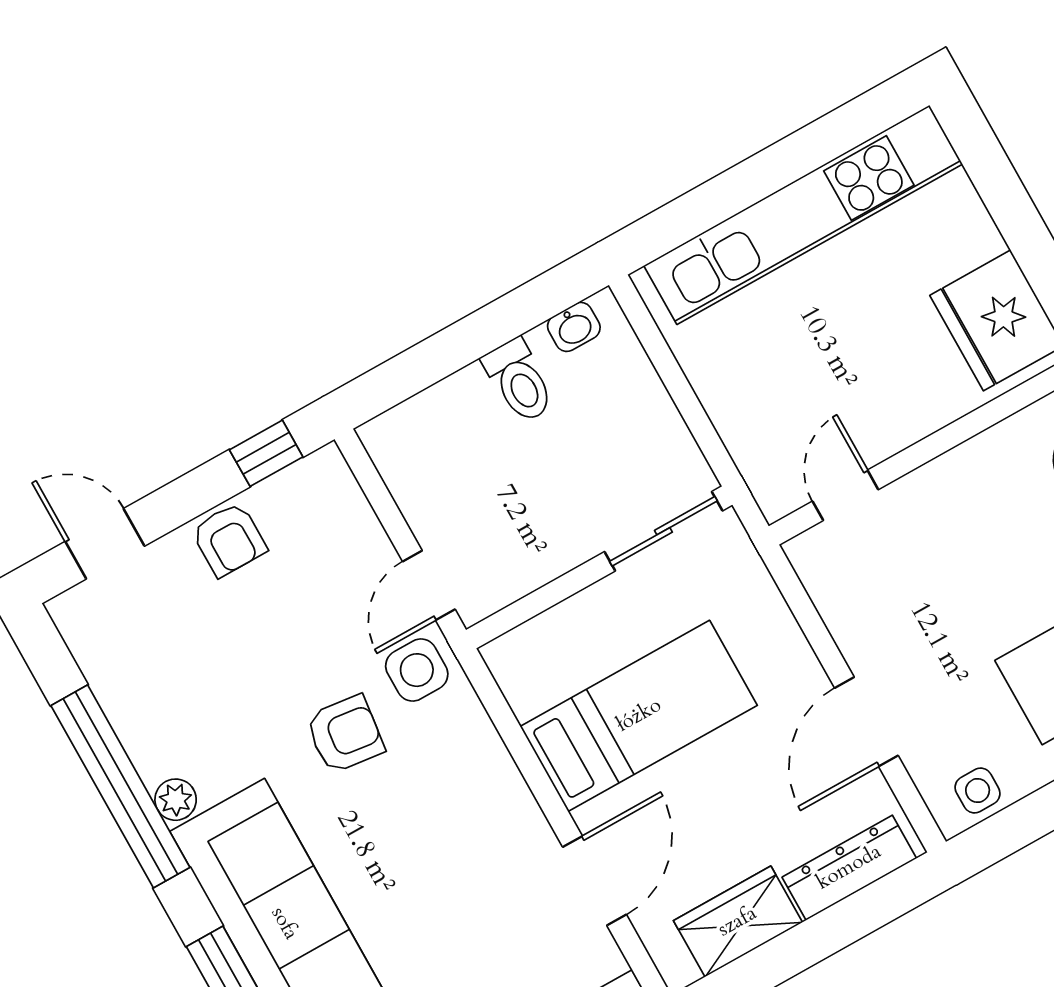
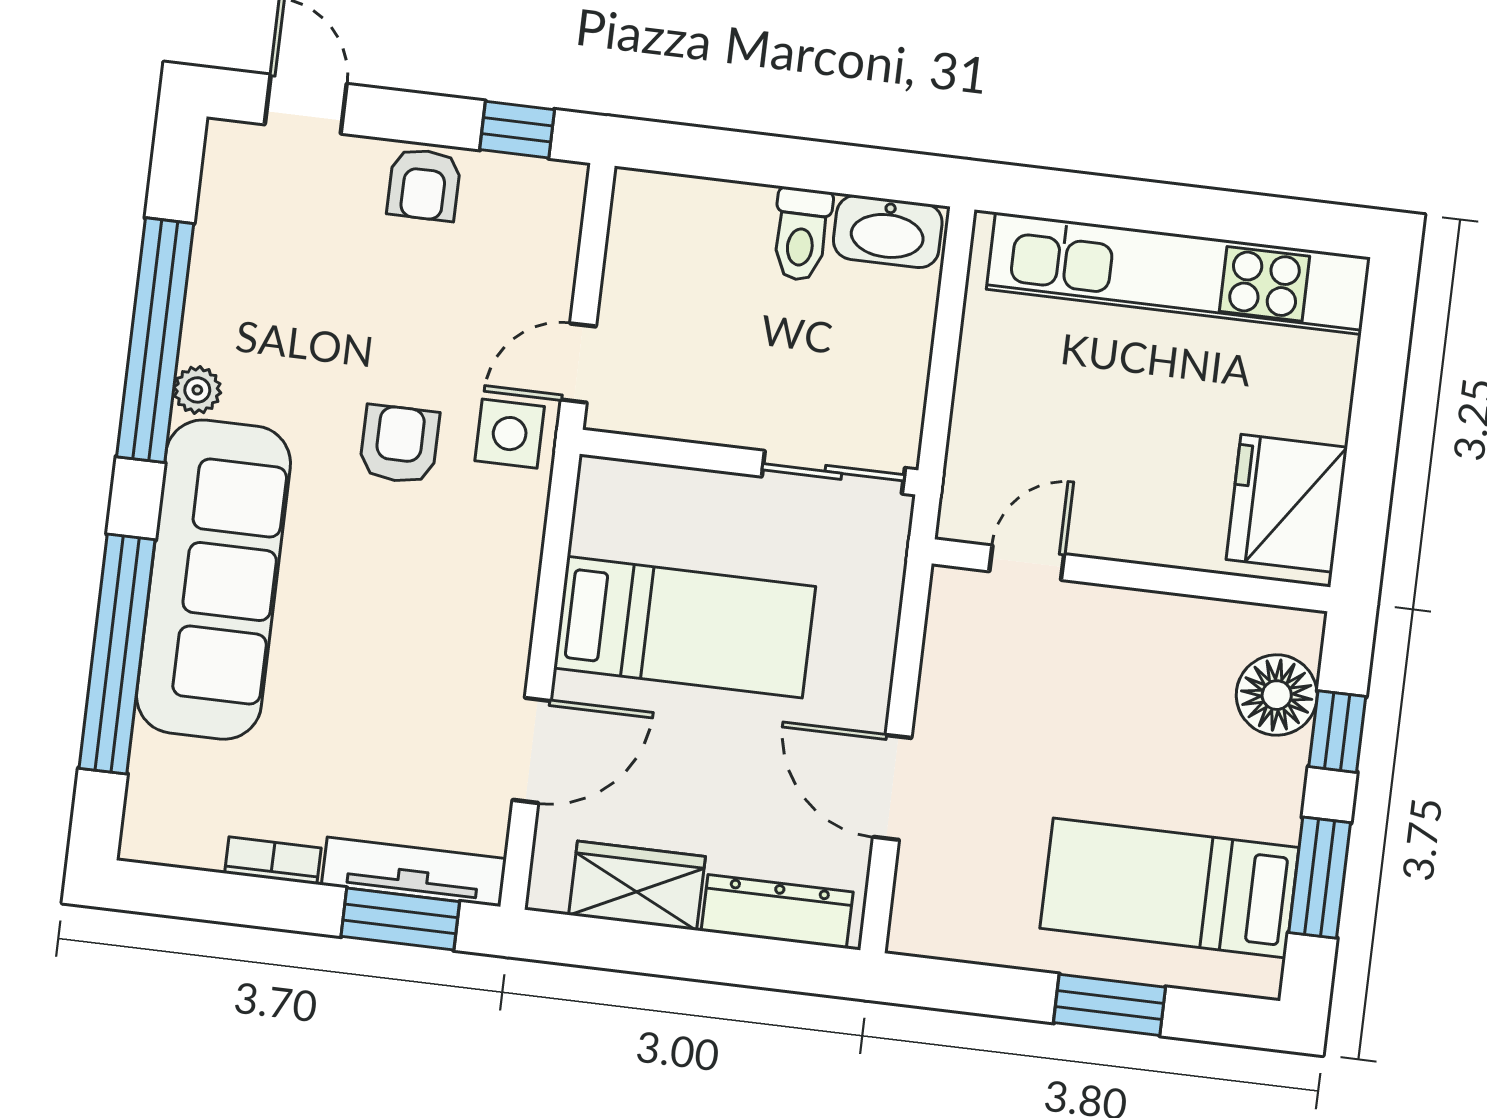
washbasin: (574, 327) -> (888, 231), width x1.91, depth x1.45
door: (866, 722) -> (892, 787), hinge flipped
armchair: (345, 734) -> (399, 444), turned -97
side table: (978, 790) -> (949, 927), removed

